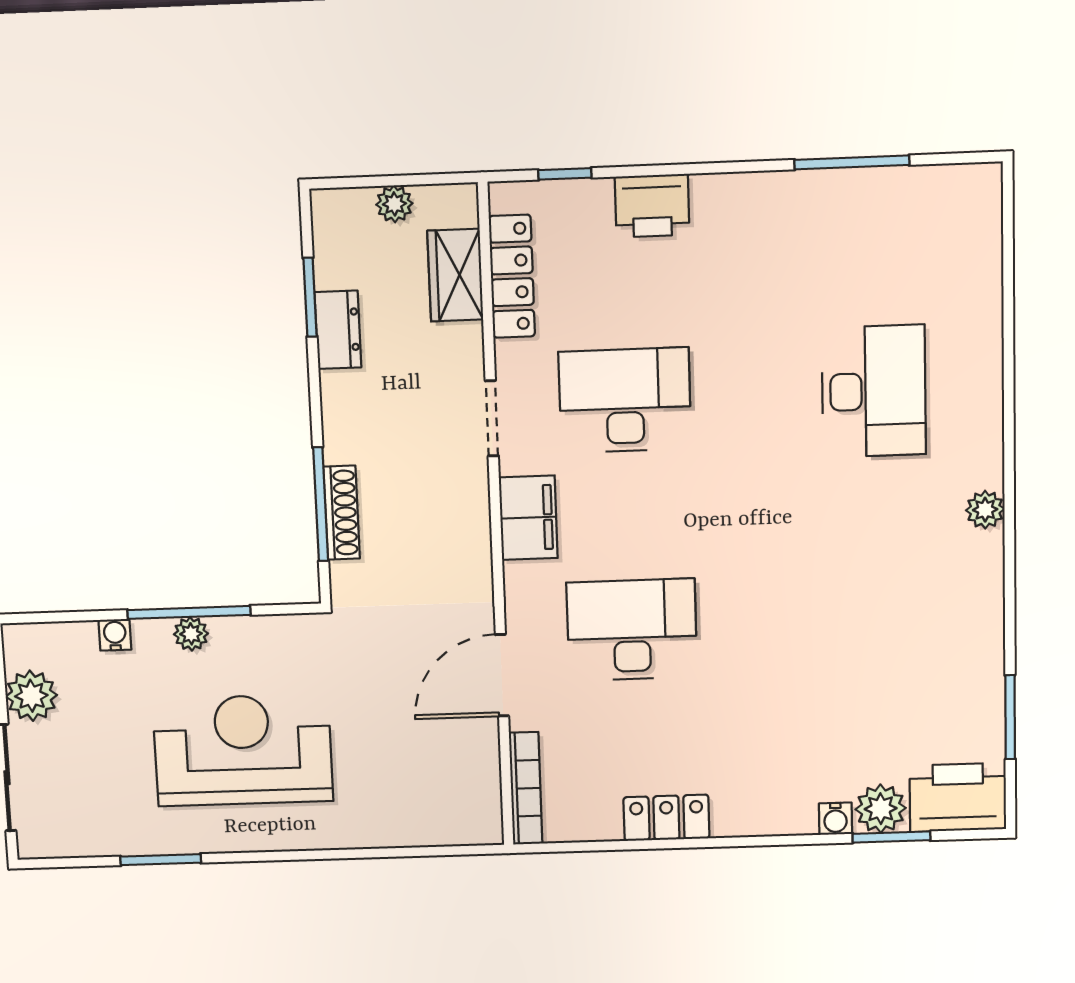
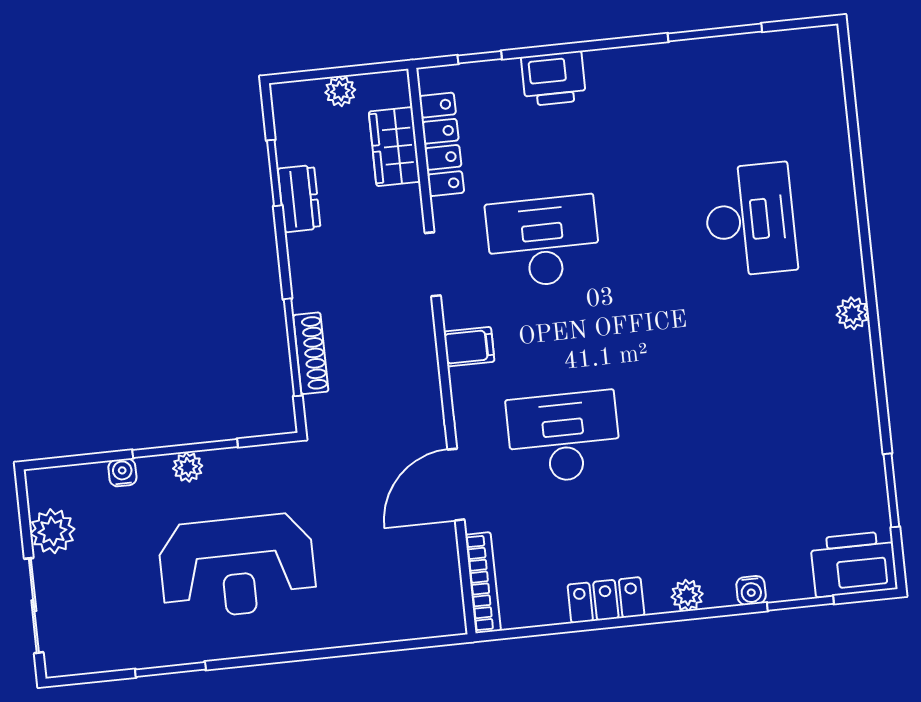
filing cabinet: (528, 518) -> (469, 347), width x0.50
reception desk: (243, 750) -> (237, 566), turned 180
plant: (881, 809) -> (687, 595), moved, width x0.73, depth x0.73

